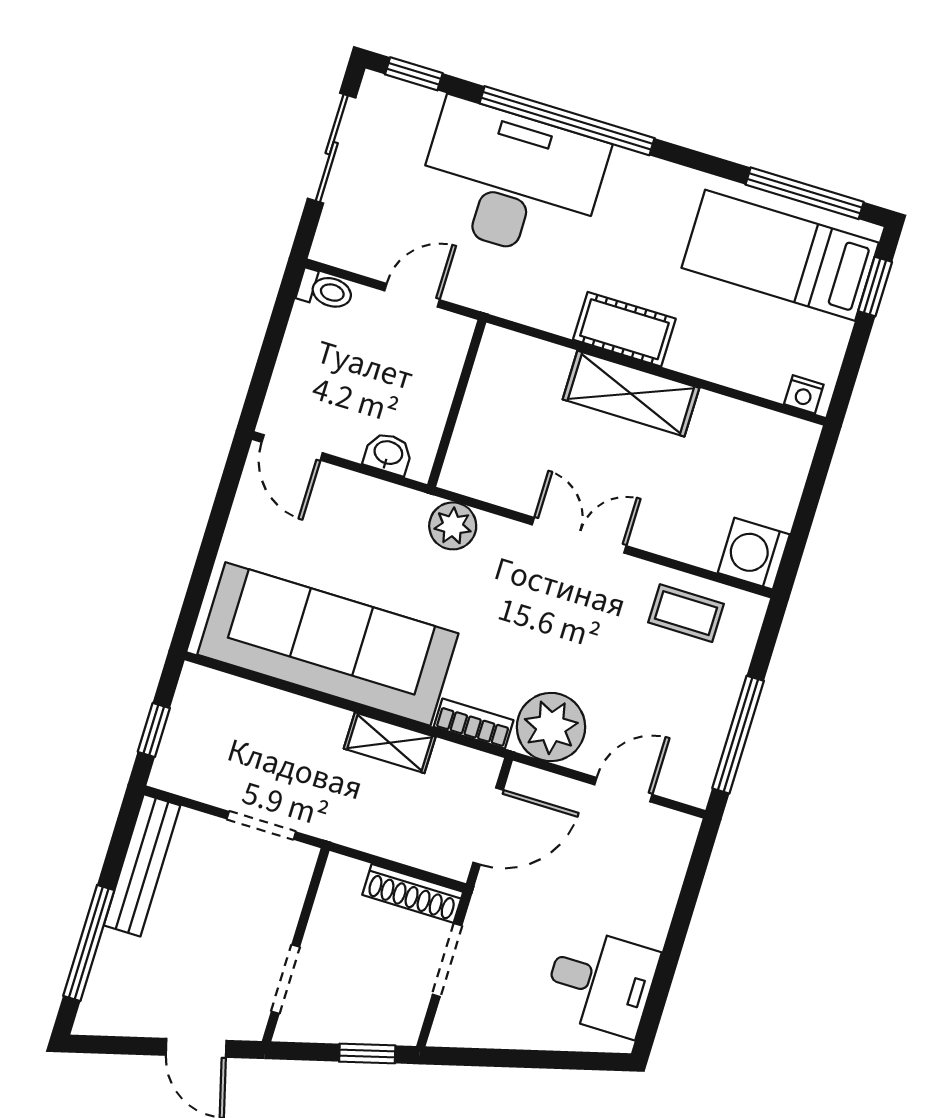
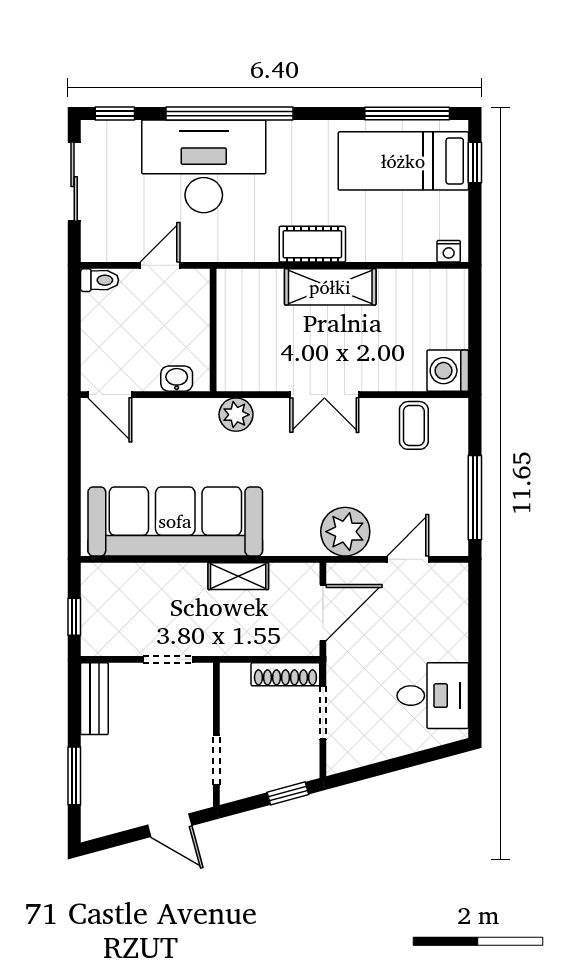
double door: (579, 535) -> (324, 395), swing flipped
coffee table: (686, 613) -> (414, 425), turned 90
bookcase: (474, 724) -> (292, 545), removed
bench: (142, 865) -> (94, 699), width x0.73
window: (89, 943) -> (74, 776), width x0.69

